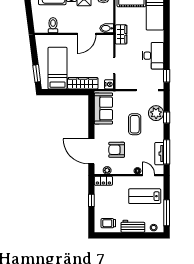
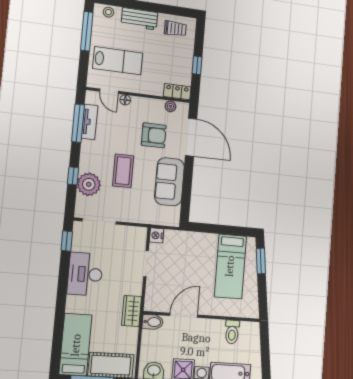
wardrobe: (83, 83) -> (195, 241), removed
sofa: (103, 108) -> (169, 182), moved

